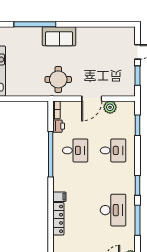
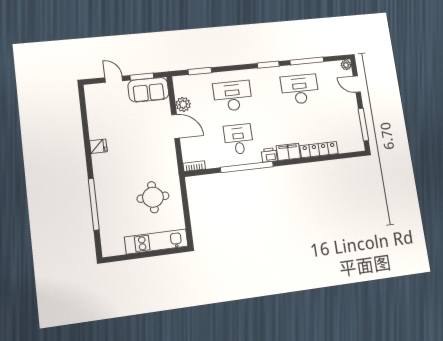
fridge: (82, 33) -> (98, 146), added
sofa: (59, 36) -> (148, 90), moved, turned 90
round table: (58, 79) -> (153, 197), moved
printer: (59, 126) -> (269, 155), moved
desk: (113, 150) -> (233, 96), width x1.37
filing cabinet: (59, 197) -> (288, 152), width x2.00

